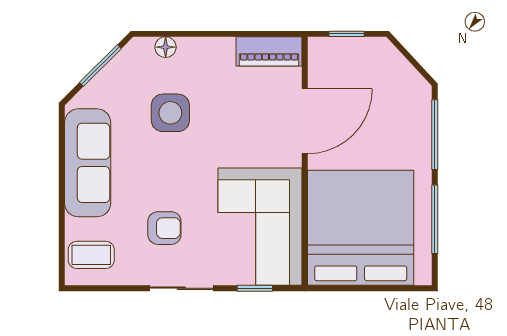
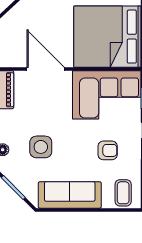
armchair: (164, 228) -> (108, 150), turned 90

